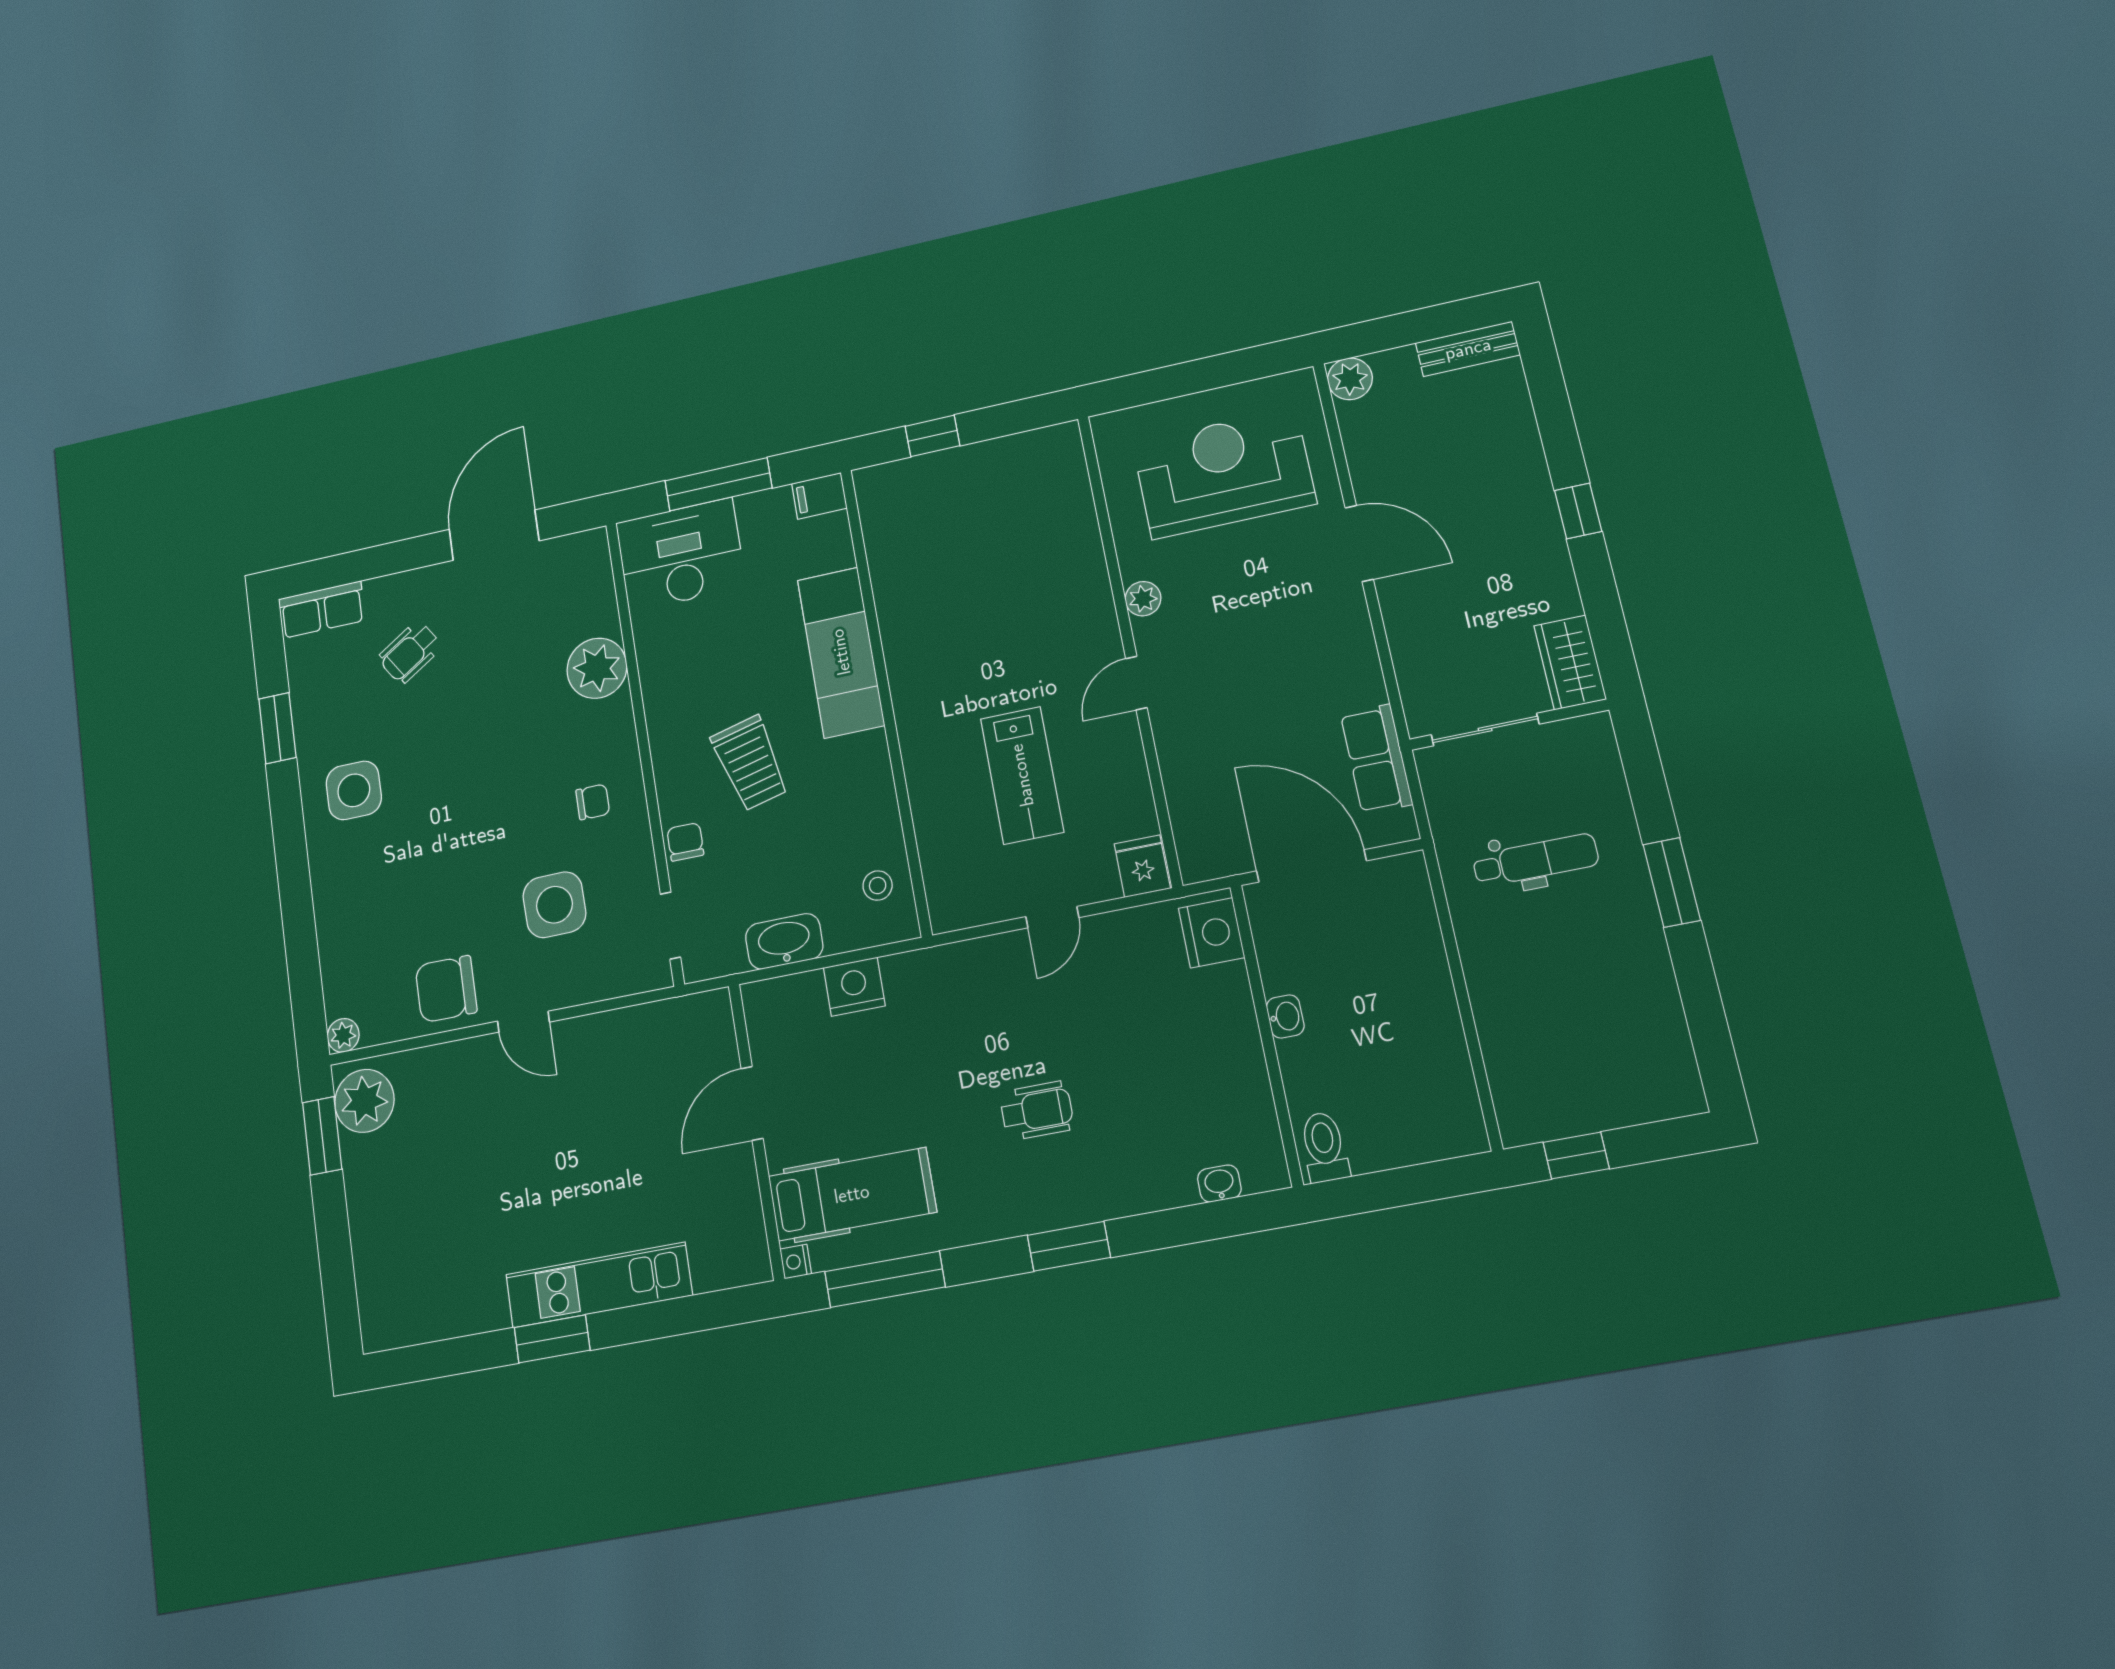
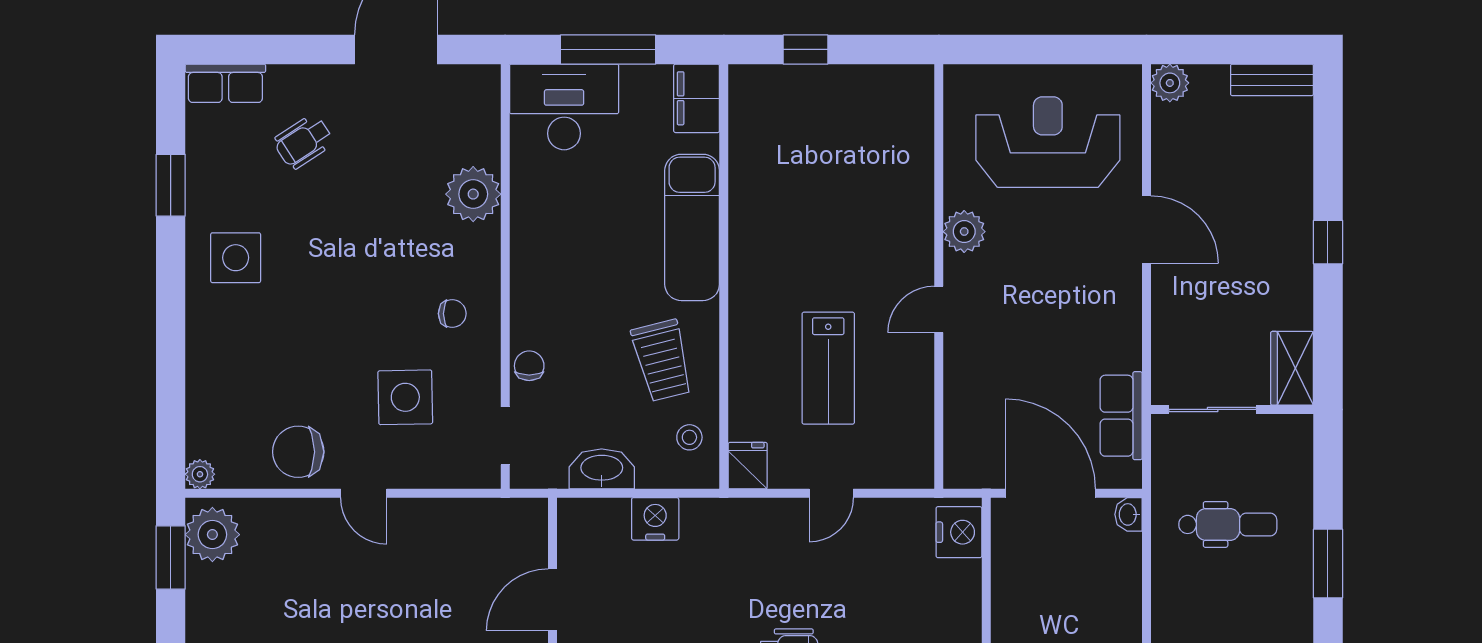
filing cabinet: (819, 496) -> (697, 98), width x2.00
plant: (1143, 599) -> (964, 232), width x1.38, depth x1.38
trolley: (750, 763) -> (662, 360), moved
fridge: (1142, 866) -> (748, 466), moved
washbasin: (1285, 1016) -> (1129, 514), moved, turned 180

